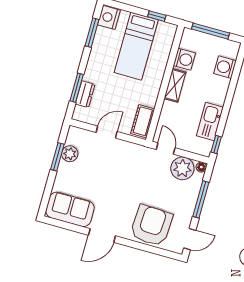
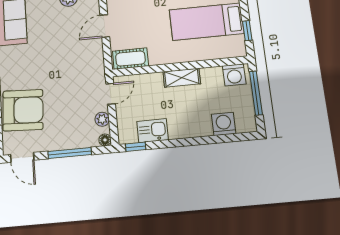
washing machine: (184, 59) -> (234, 75), moved
kitchen sink: (210, 121) -> (153, 131), width x0.73
door: (107, 132) -> (105, 26), swing flipped
plant: (182, 168) -> (102, 119), width x0.53, depth x0.53

